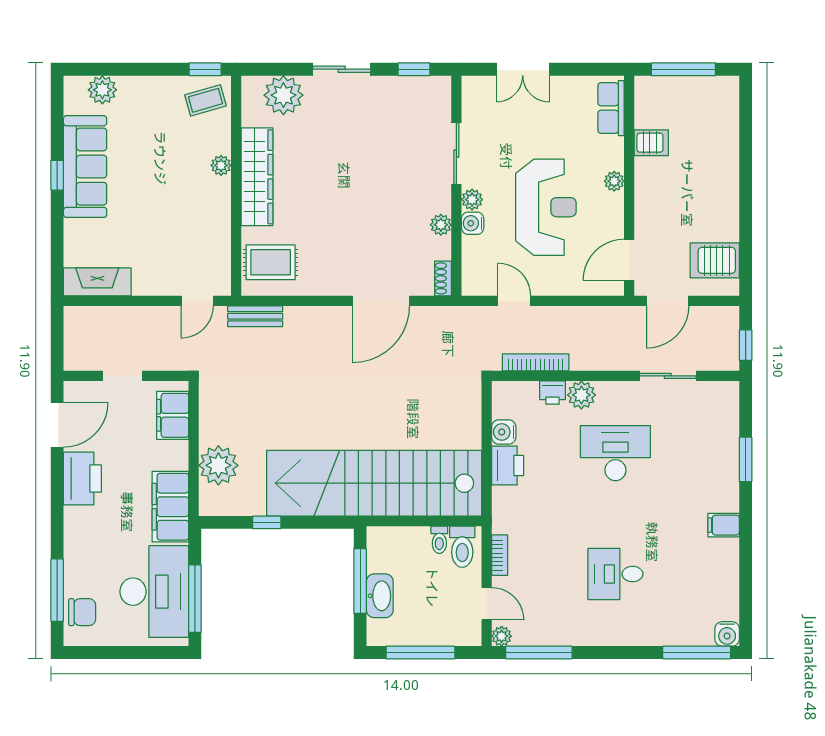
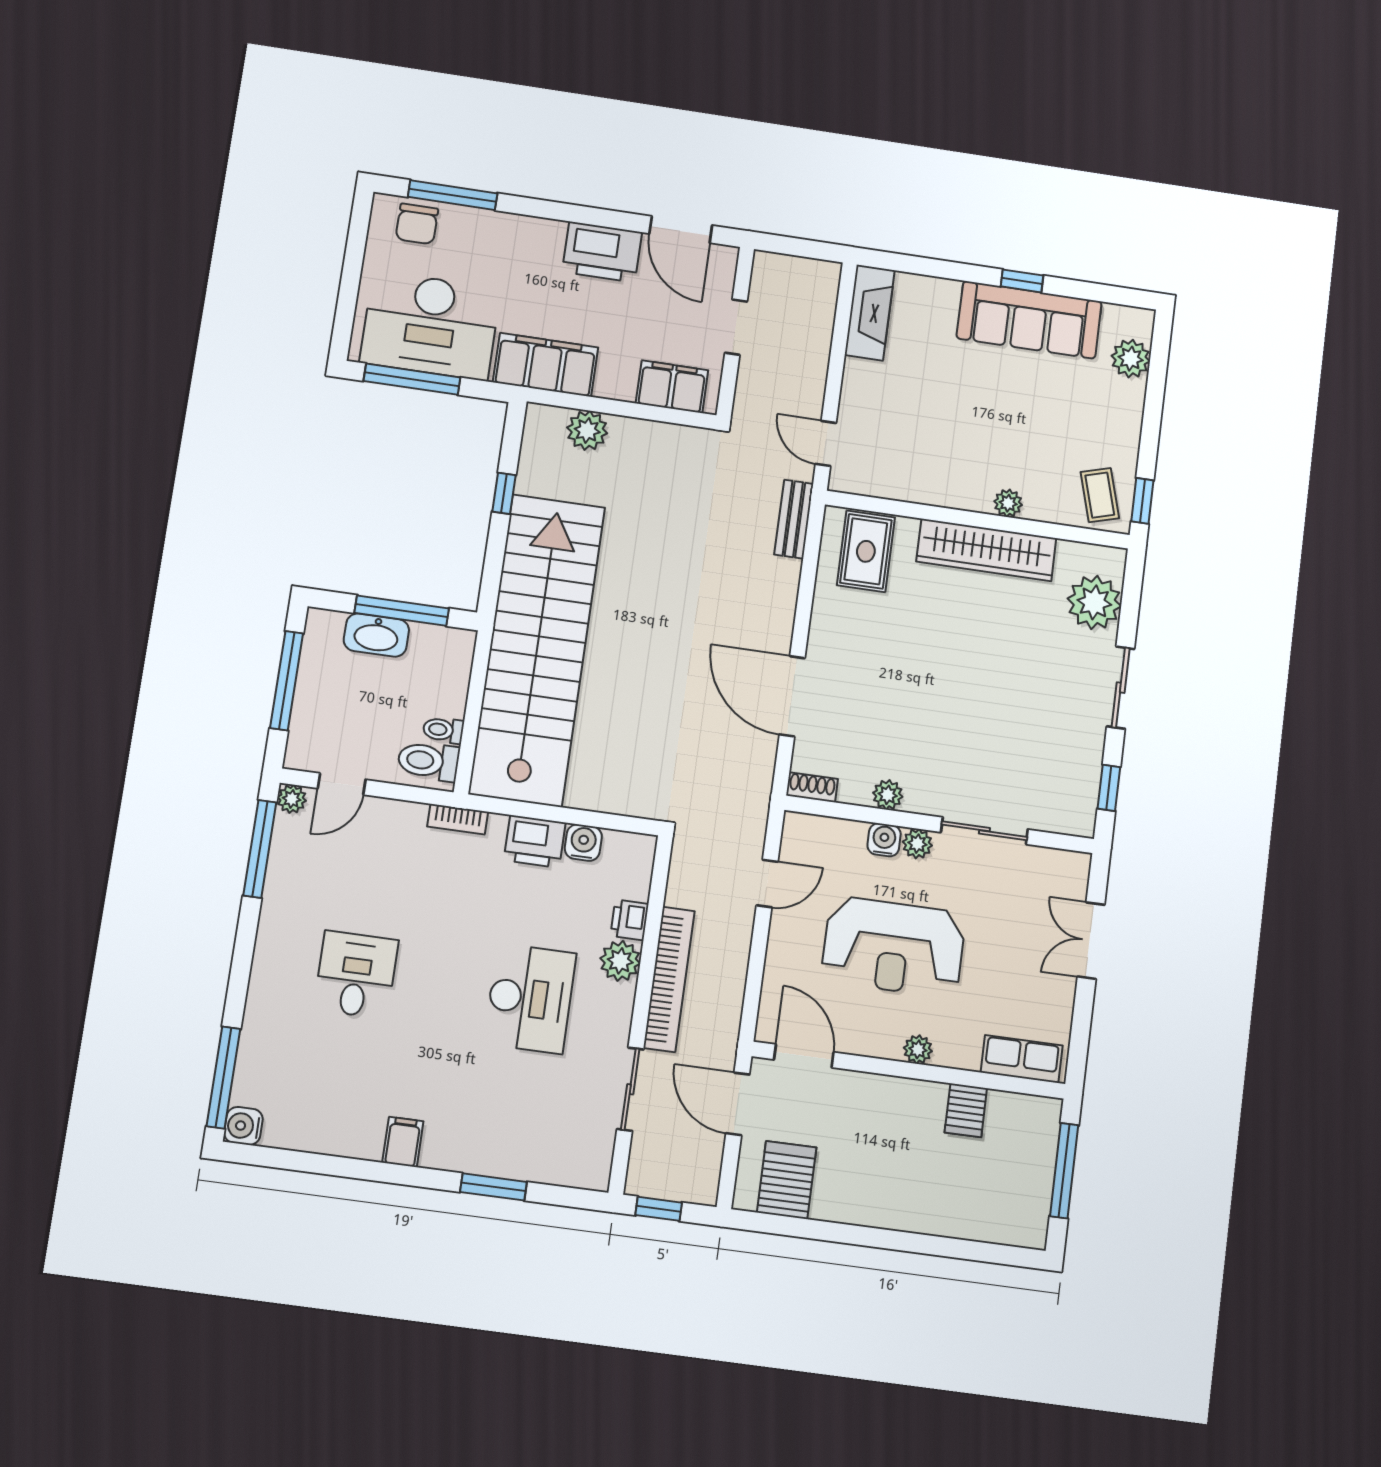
bookcase: (536, 362) -> (669, 979), moved, width x1.48, depth x1.31
plant: (218, 465) -> (587, 430), width x0.73, depth x0.73
bookcase: (500, 555) -> (458, 819), moved

